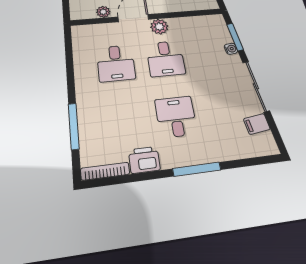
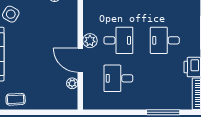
desk: (116, 63) -> (118, 78), turned 180

